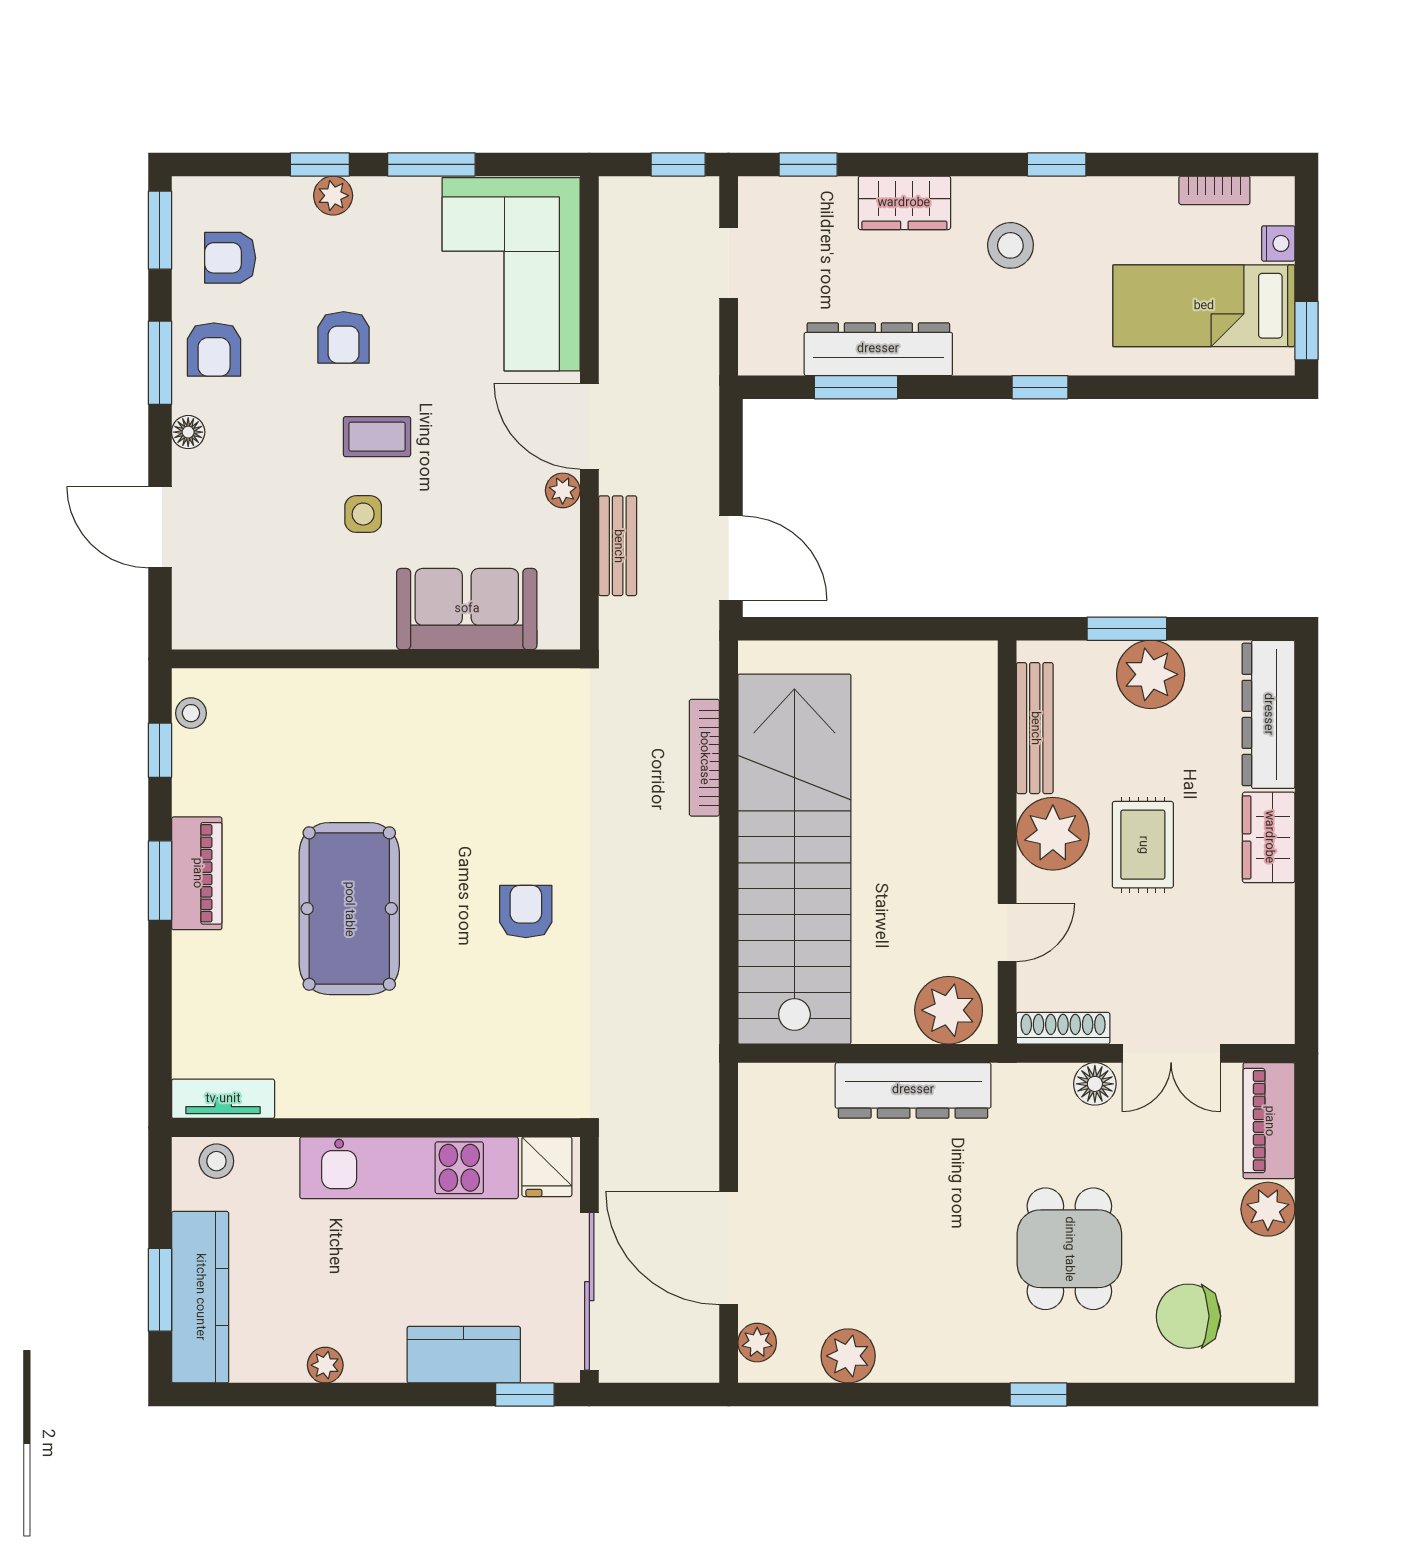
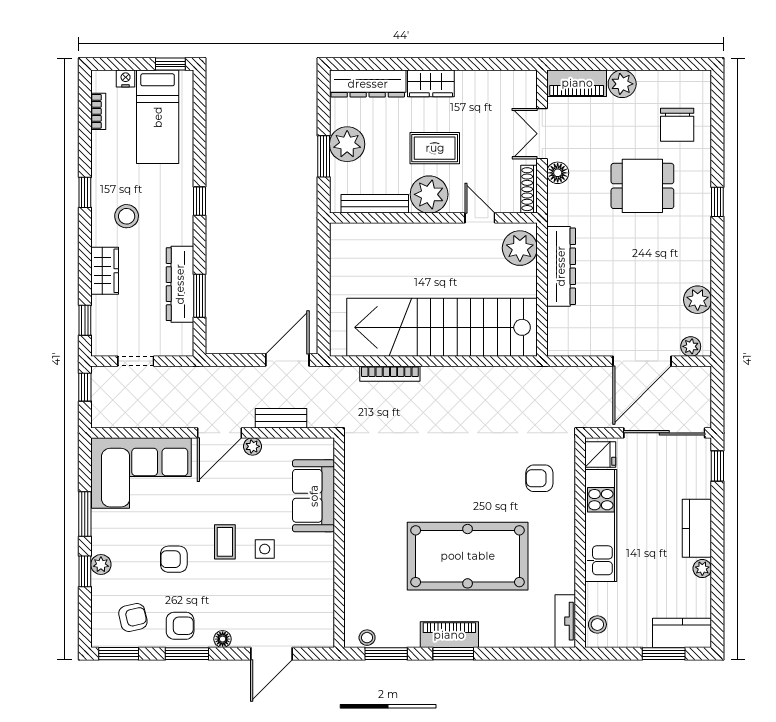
armchair: (230, 258) -> (133, 617), turned -103
armchair: (344, 337) -> (174, 559), turned 180
window: (160, 750) -> (386, 654), width x1.50
pool table: (349, 909) -> (468, 556), width x1.36, depth x1.32
armchair: (526, 912) -> (539, 478), moved
double door: (1171, 1053) -> (542, 134), swing flipped
kitchen counter: (200, 1297) -> (682, 633), width x0.67
kitchen counter: (464, 1355) -> (697, 528), moved

